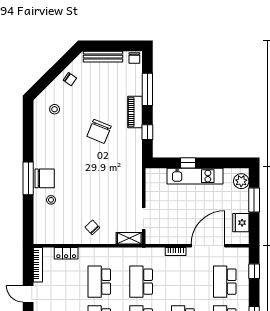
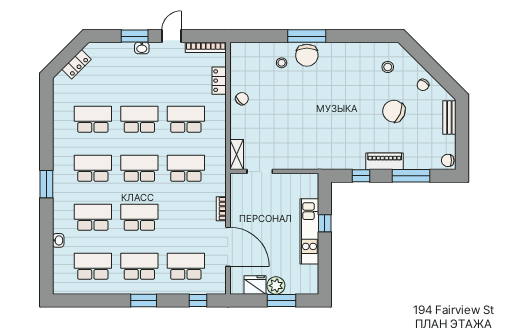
bench: (103, 57) -> (449, 118), width x0.73
chair: (99, 131) -> (394, 111), moved
plant: (241, 181) -> (276, 286), moved
chair: (92, 227) -> (242, 99), moved

